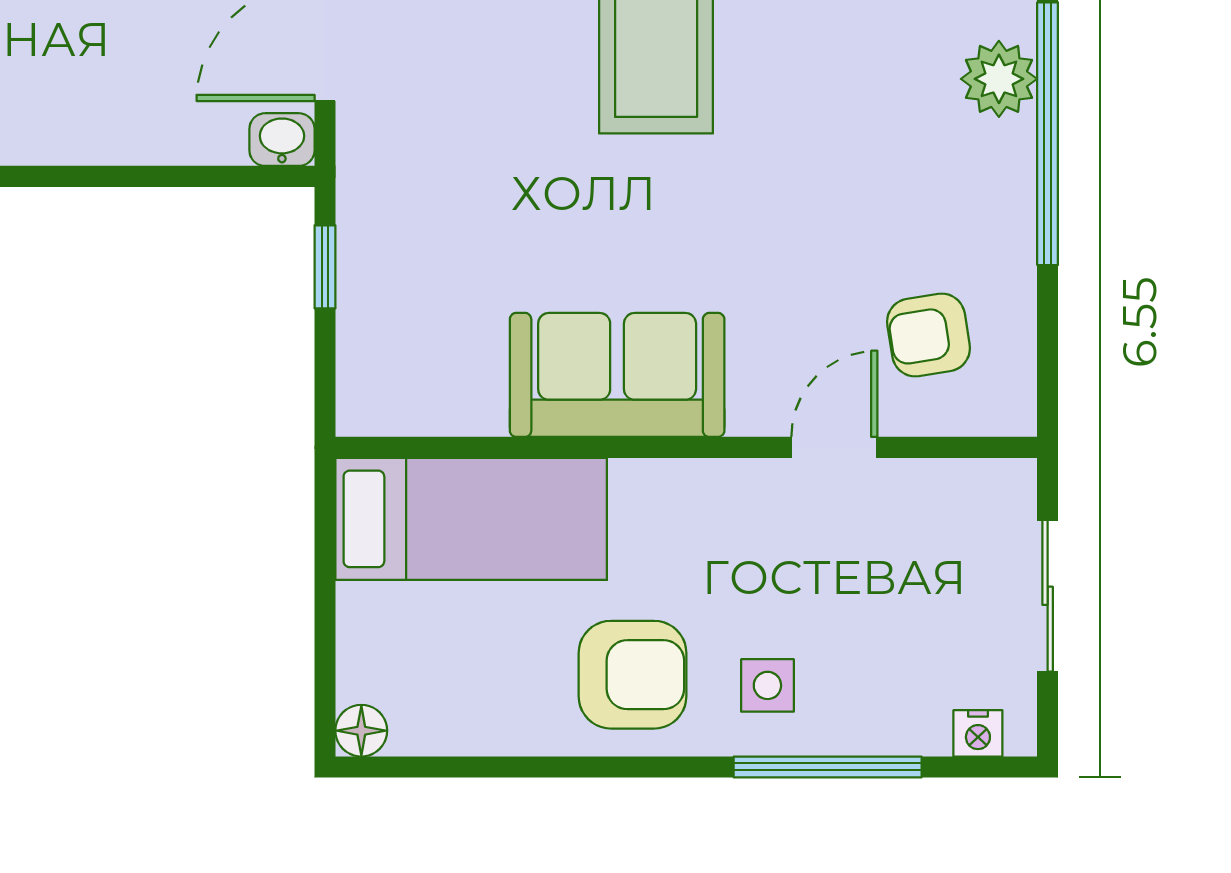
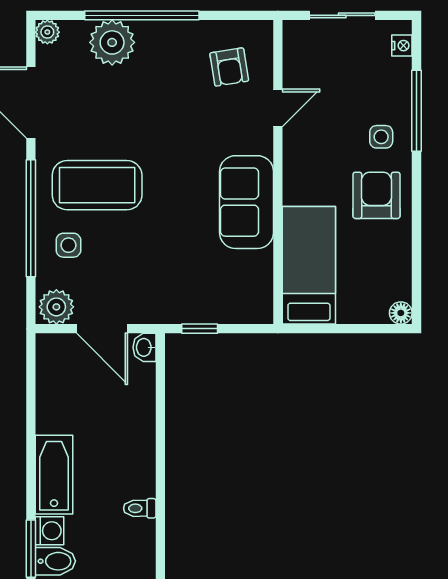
plant: (999, 79) -> (112, 42), width x1.36, depth x1.36
door: (834, 447) -> (278, 108), swing flipped

